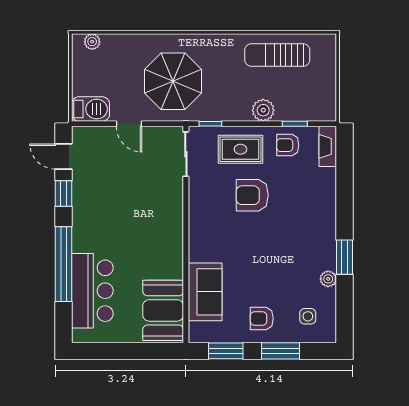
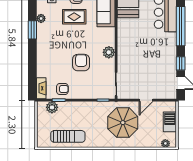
barbecue: (90, 109) -> (170, 122), moved, turned 90
plant: (263, 110) -> (52, 107), moved
door: (129, 124) -> (146, 100), swing flipped
rug: (240, 149) -> (74, 17), moved
armchair: (252, 195) -> (81, 63), turned -90
plant: (200, 215) -> (109, 52), added

